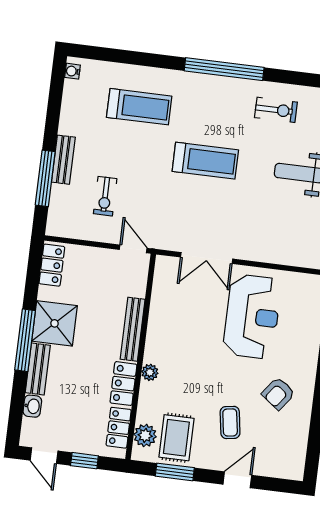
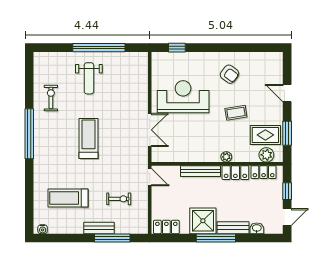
treadmill: (139, 107) -> (68, 198), moved, turned -90
door: (133, 249) -> (150, 177), swing flipped
coffee table: (230, 422) -> (236, 113), moved

